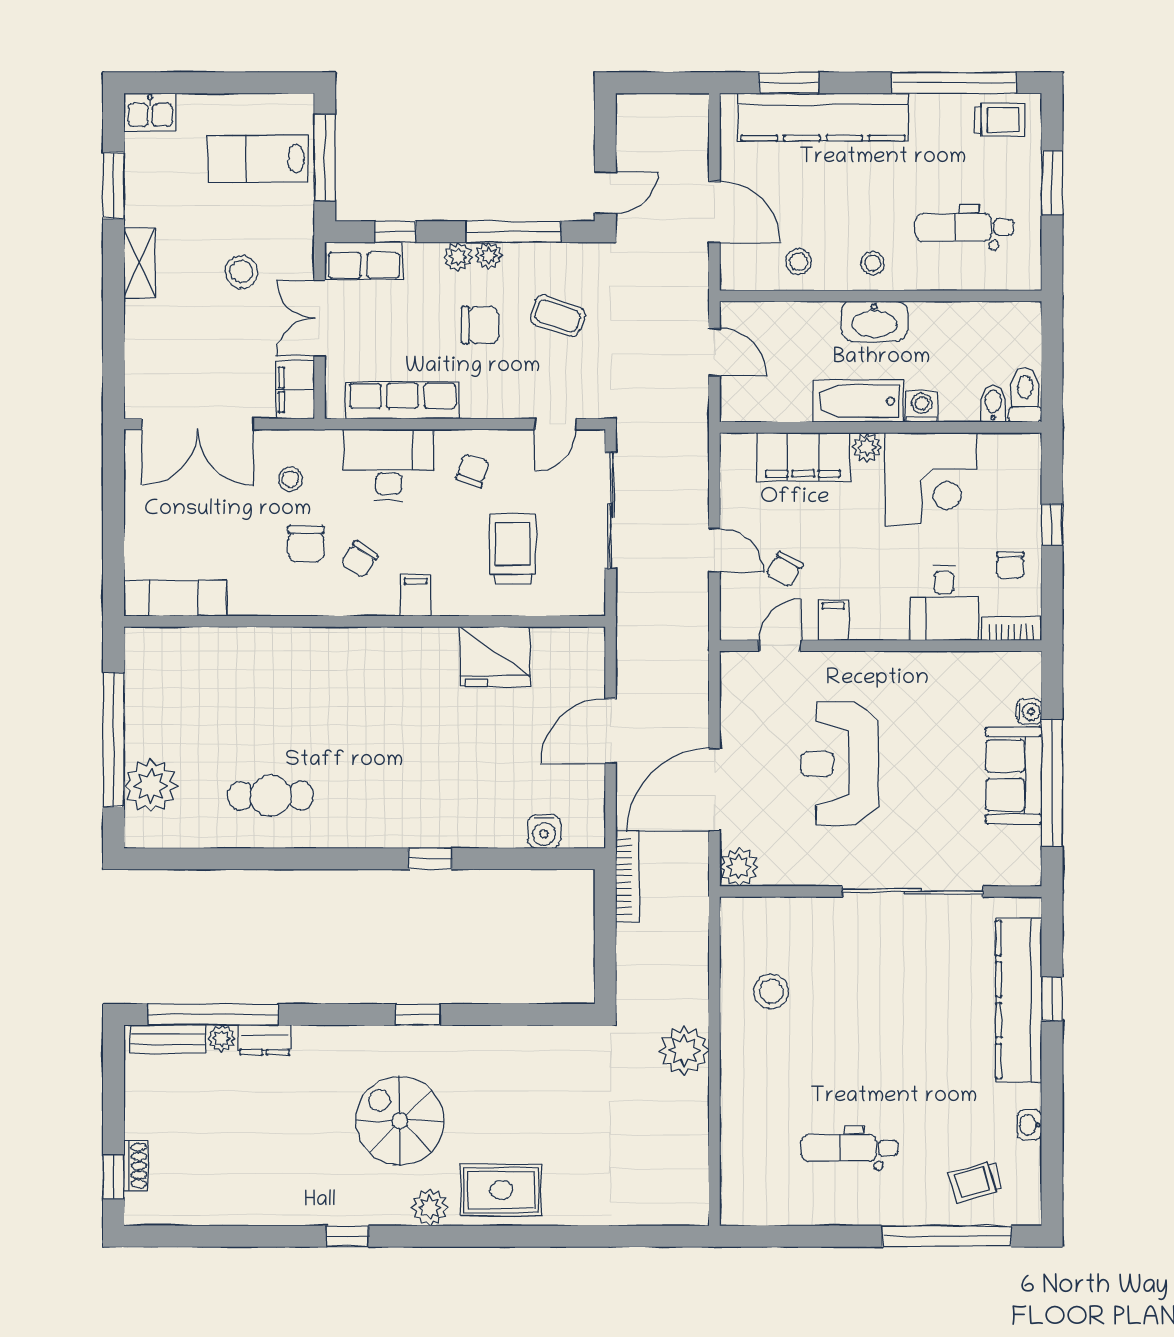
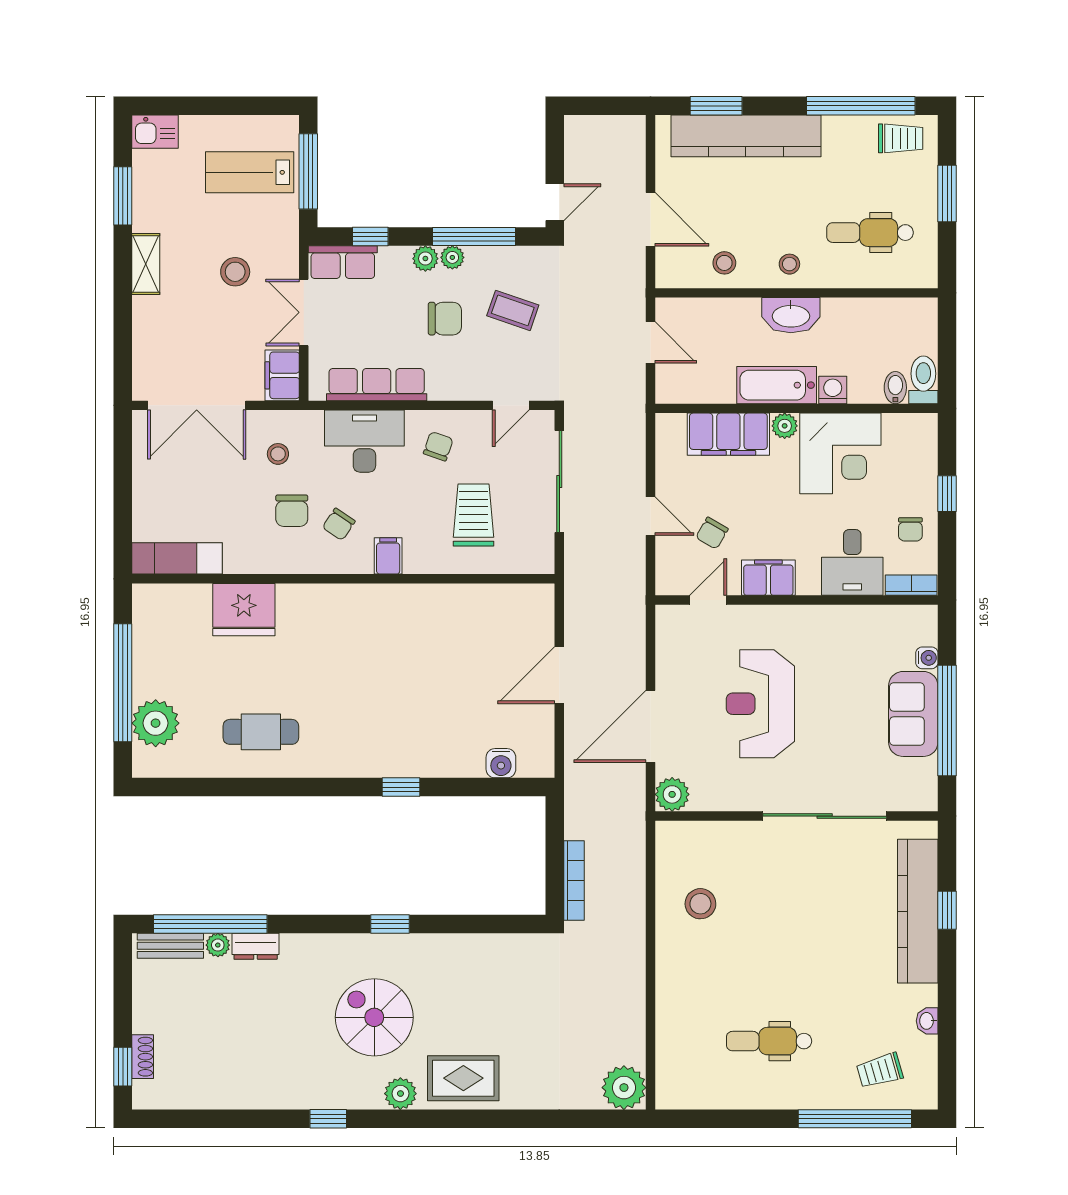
filing cabinet: (833, 620) -> (768, 578), width x2.00
fridge: (495, 656) -> (244, 610), moved
bookcase: (627, 876) -> (574, 881), moved
plant: (684, 1051) -> (624, 1088), moved

